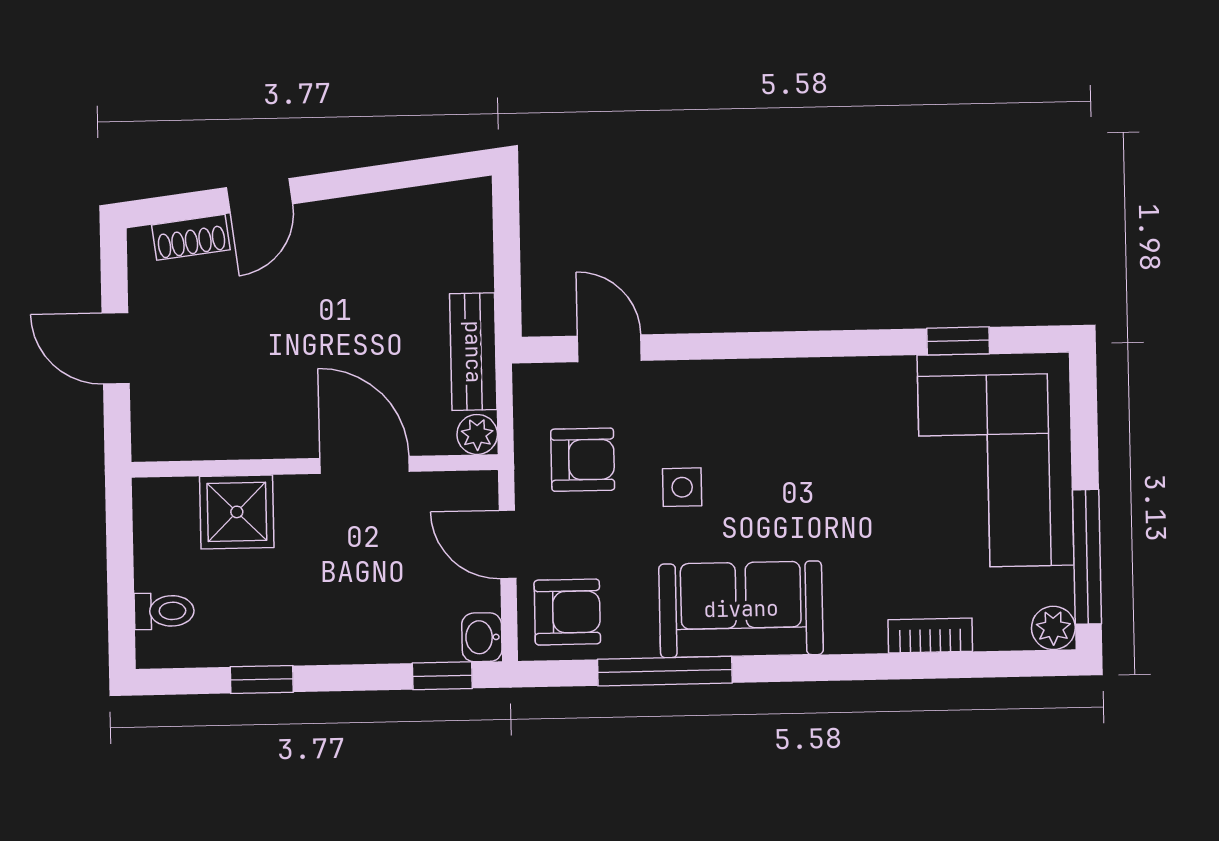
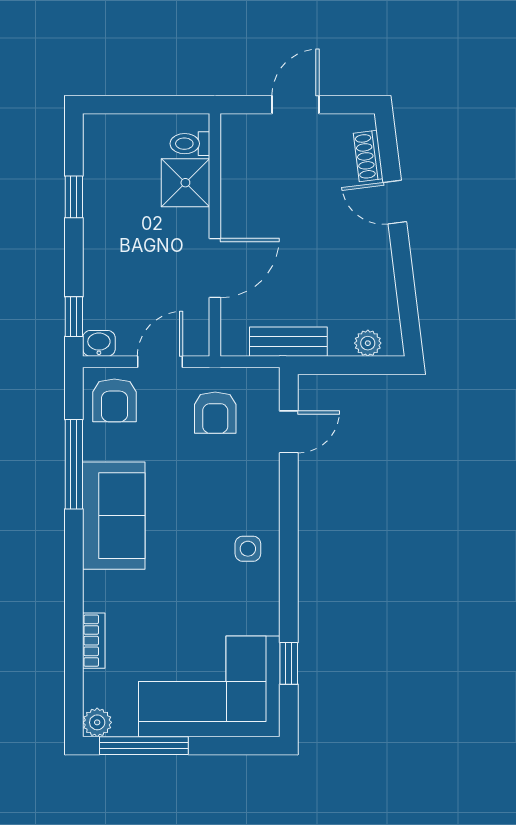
plant: (477, 434) -> (368, 343), moved
side table: (682, 487) -> (248, 549), moved
toilet: (164, 611) -> (190, 144), moved, turned 90

